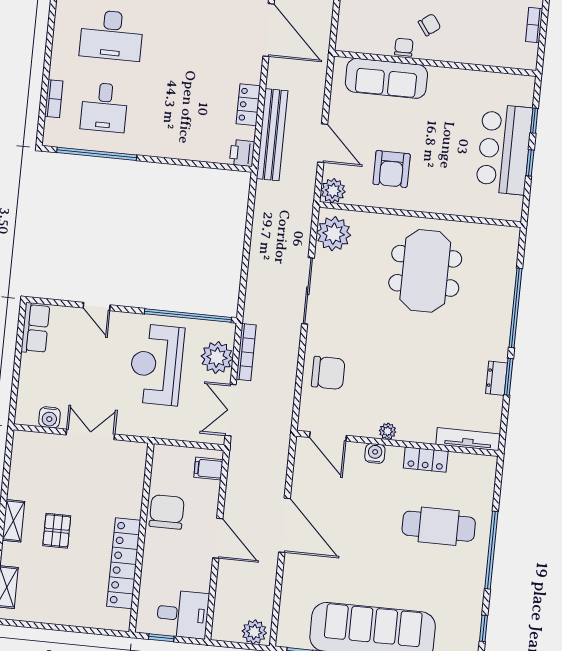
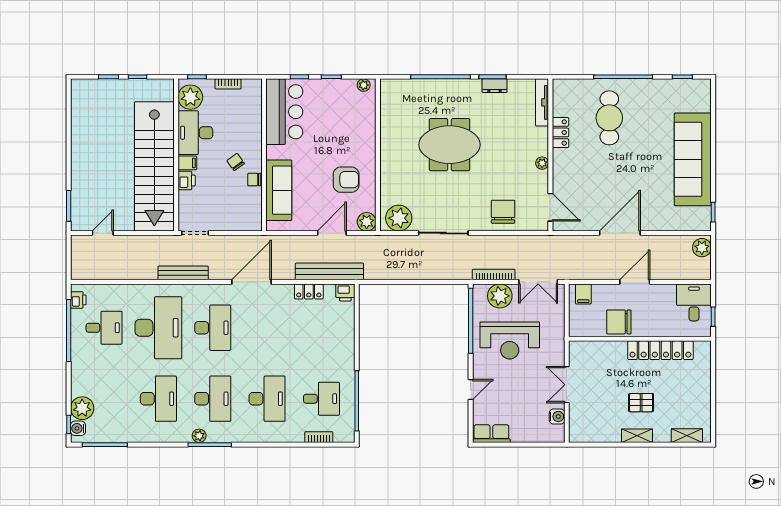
bar counter: (504, 149) -> (284, 112), moved, turned -90
plant: (515, 205) -> (364, 85), added
meeting table: (425, 271) -> (449, 145), moved
door: (328, 436) -> (550, 207), hinge flipped
water cooler: (375, 453) -> (560, 171), removed

